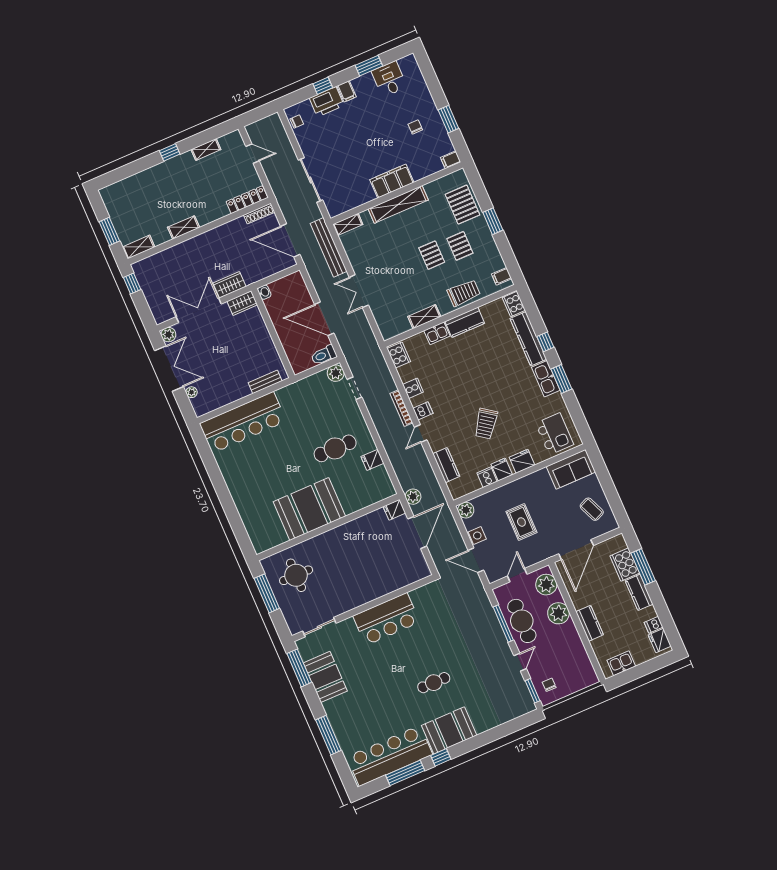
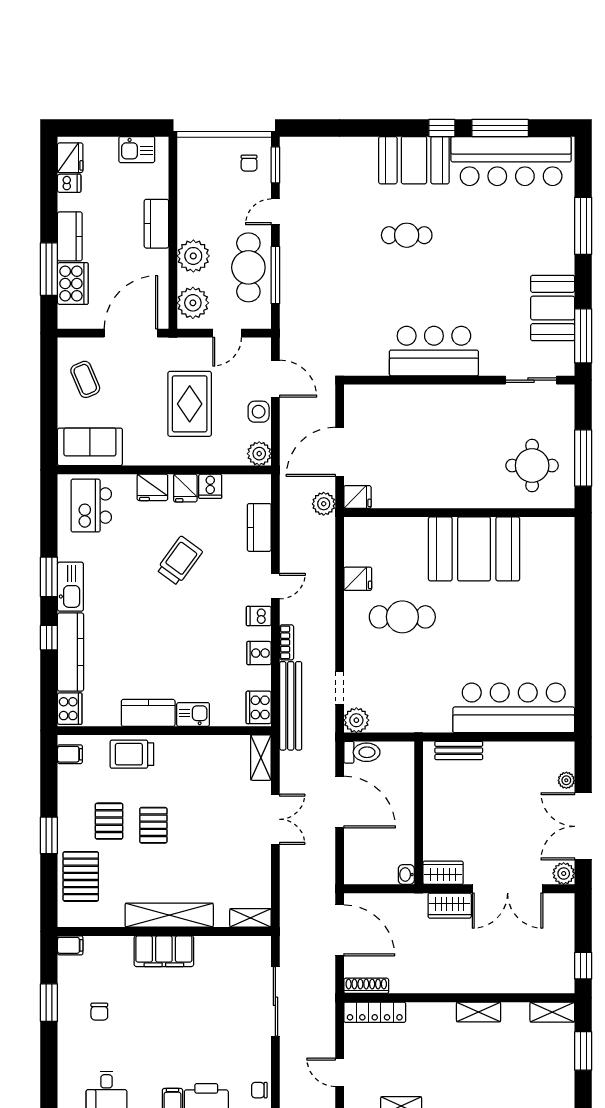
bench: (329, 247) -> (291, 706), moved
shelving: (424, 317) -> (261, 758), moved, turned 90
bookcase: (401, 408) -> (287, 642), width x0.64
rug: (521, 522) -> (190, 404), width x1.36, depth x1.43

